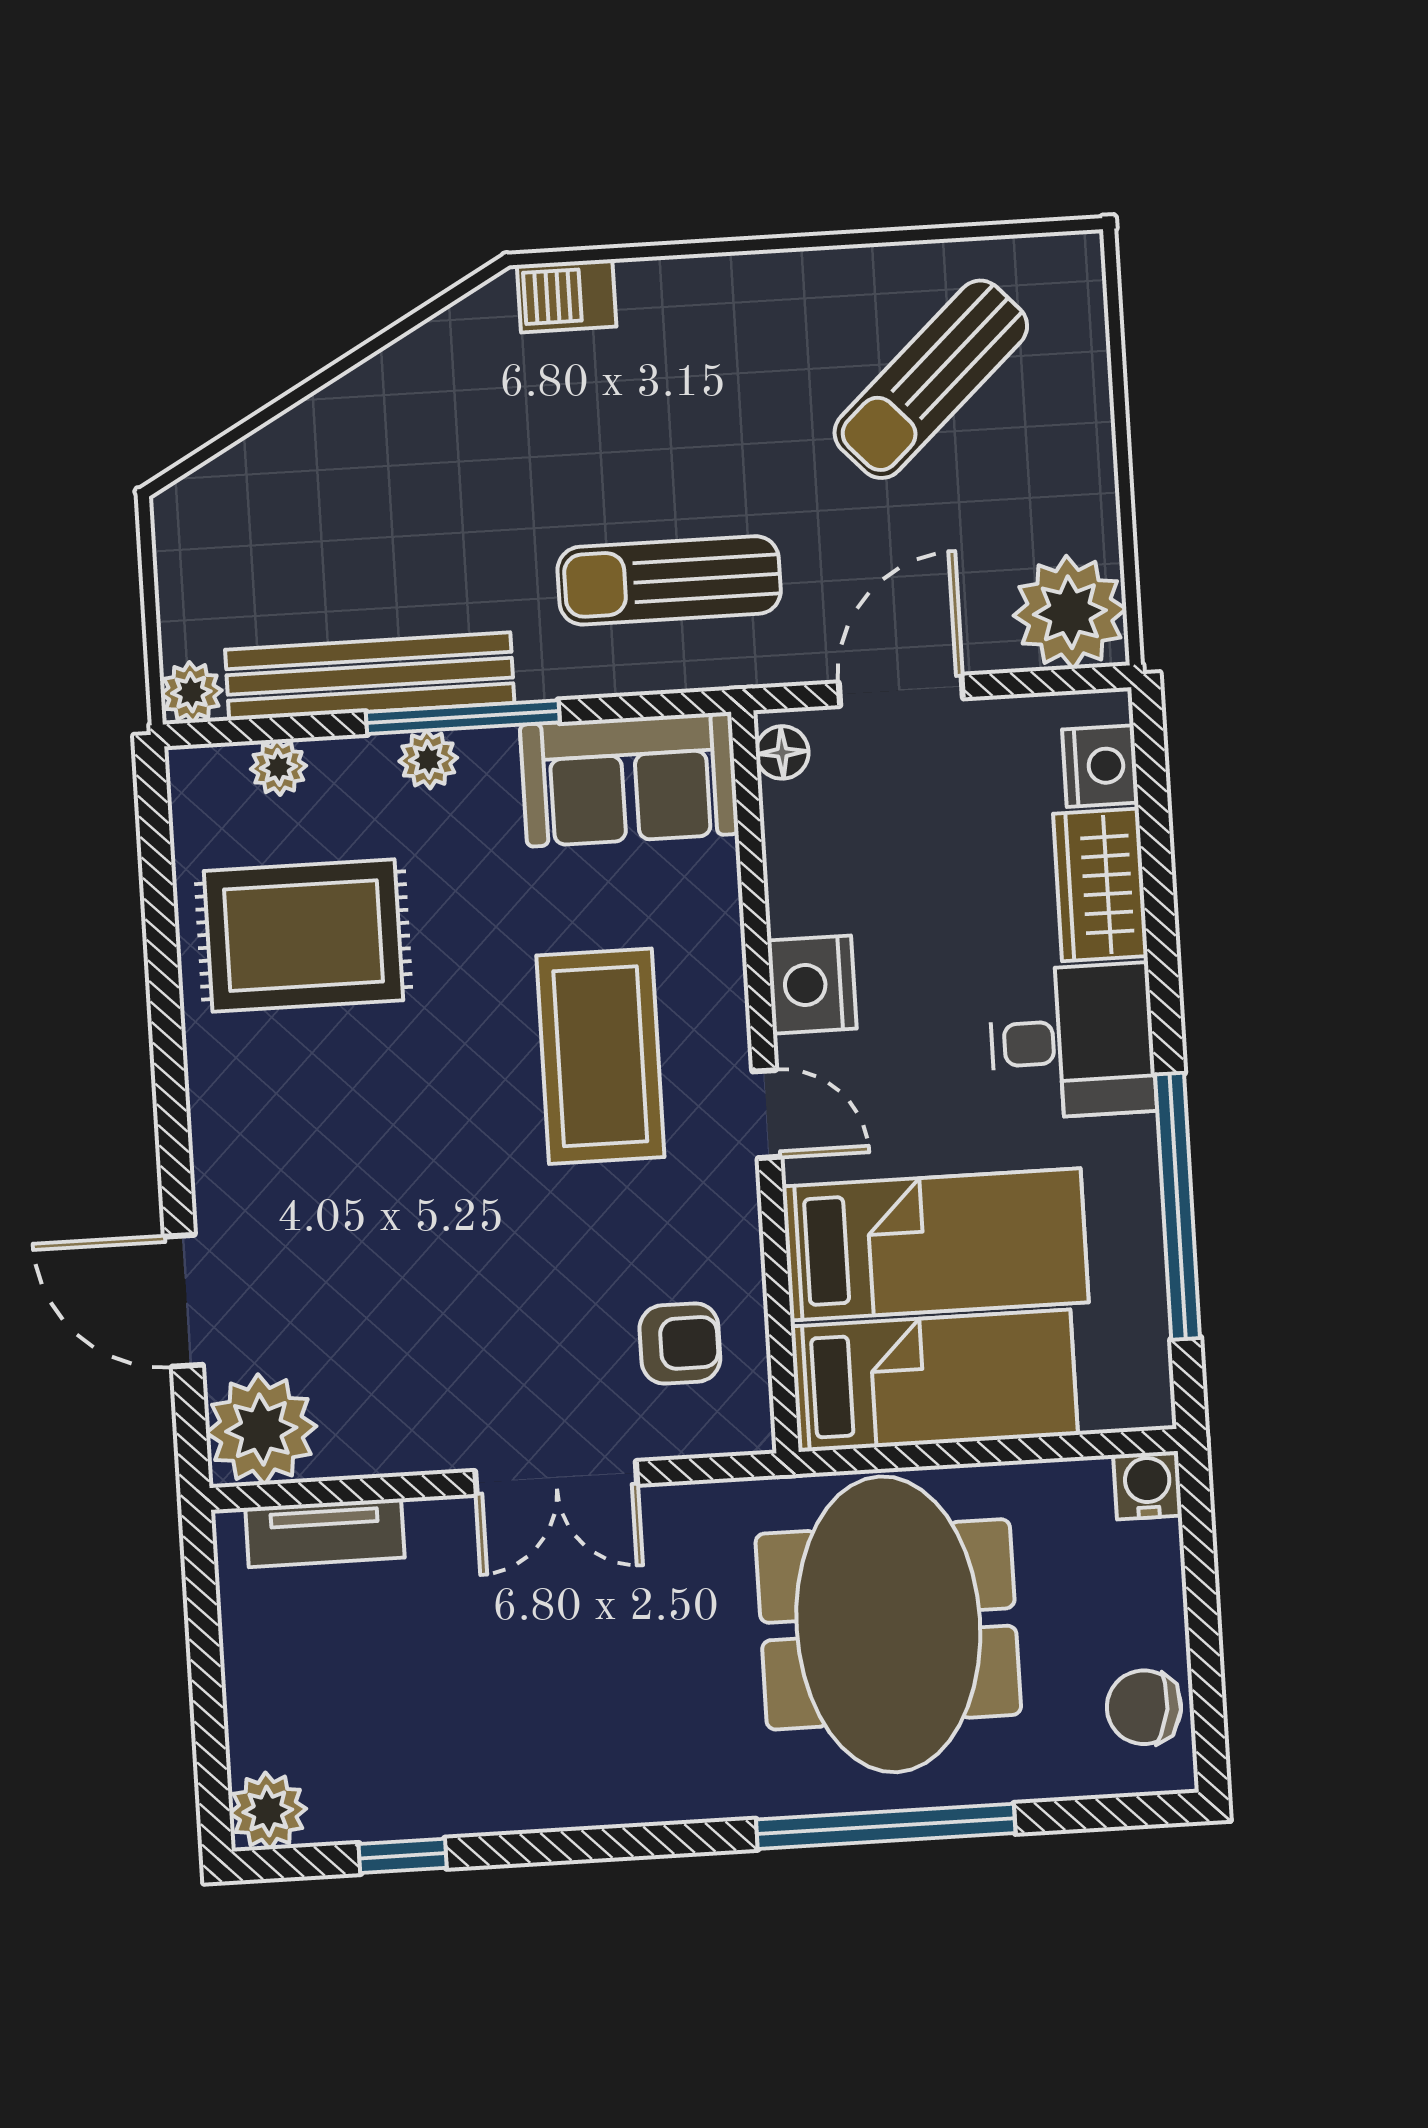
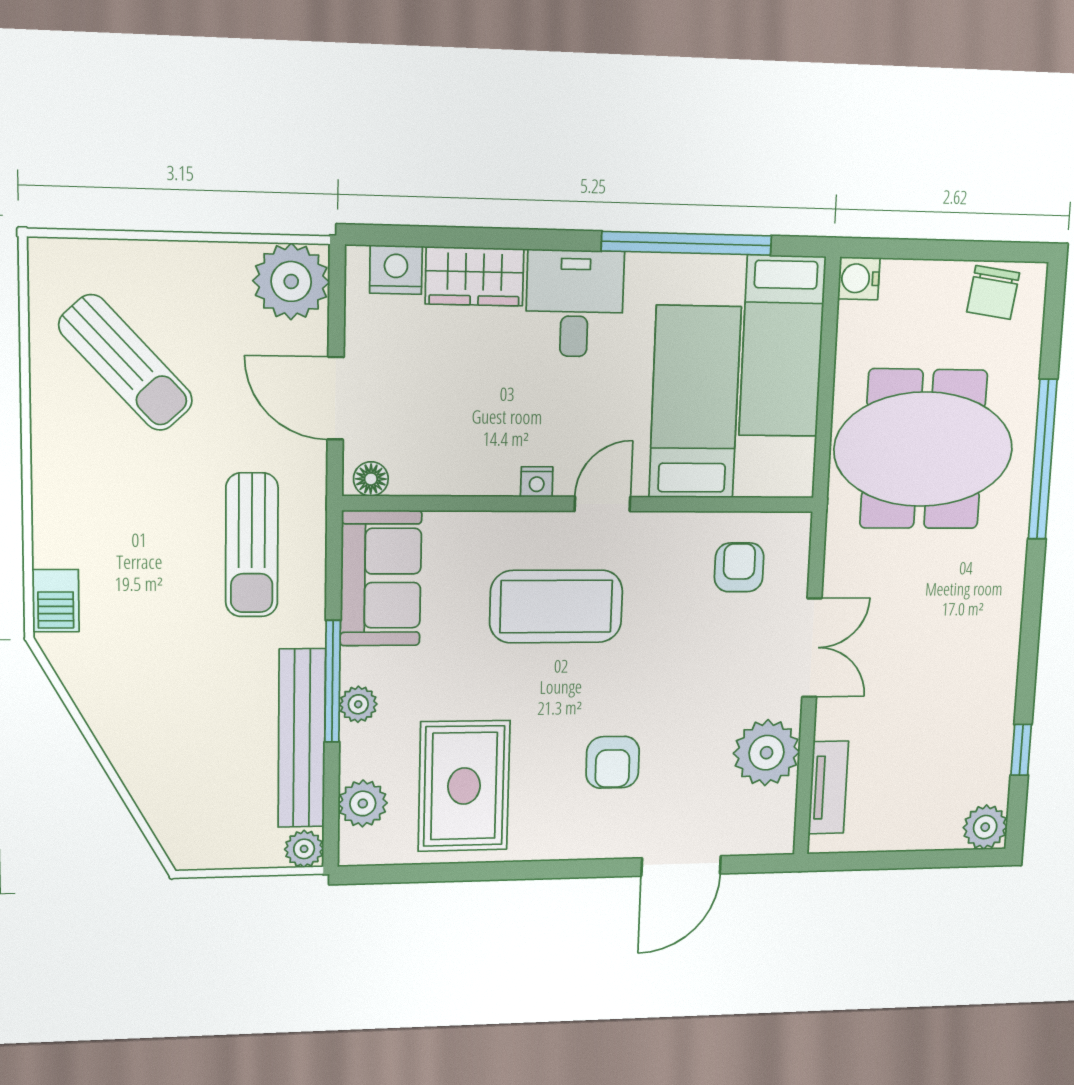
plant: (278, 767) -> (363, 803), width x1.38, depth x1.38
nightstand: (812, 985) -> (537, 482), width x0.53, depth x0.56
armchair: (352, 1171) -> (613, 762), added
bed: (934, 1381) -> (782, 346), moved, turned 180
plant: (261, 1429) -> (767, 753), moved

